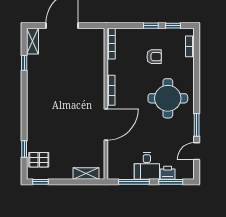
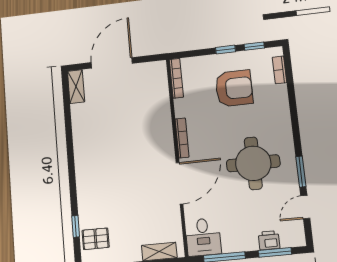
armchair: (154, 57) -> (234, 88), width x1.88, depth x1.88
window: (24, 63) -> (68, 115), removed
round table: (168, 98) -> (253, 163), moved
desk: (147, 166) -> (203, 237), moved

